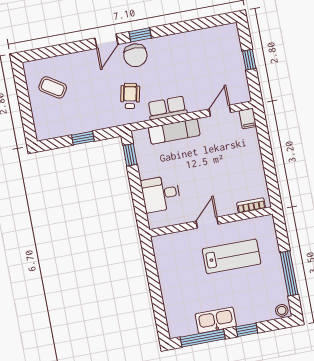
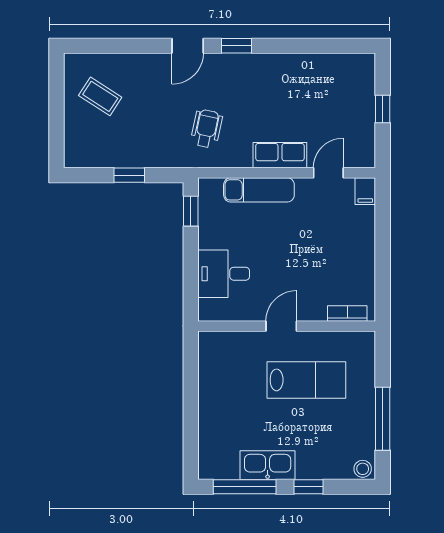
chair: (135, 55) -> (225, 73), removed
row of seats: (167, 108) -> (280, 155), moved

